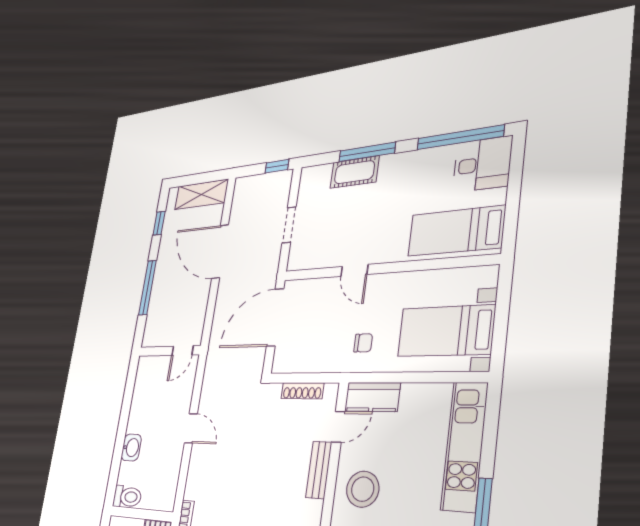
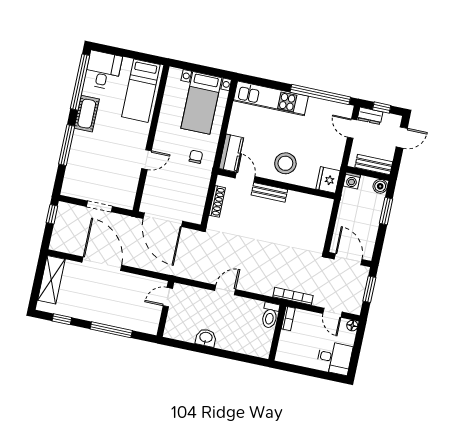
cot: (354, 172) -> (87, 114), moved
door: (220, 252) -> (102, 264), swing flipped
door: (182, 351) -> (168, 297), swing flipped
washbasin: (131, 447) -> (206, 338), moved
toilet: (127, 497) -> (270, 315), moved, turned 180

